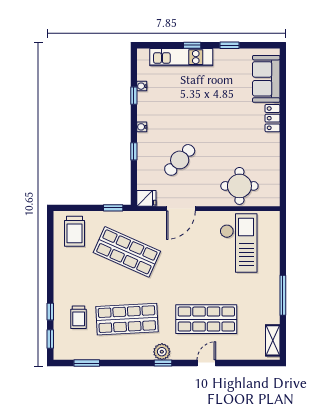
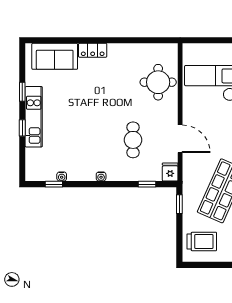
kitchen unit: (181, 57) -> (34, 117), moved
window: (134, 96) -> (54, 184), moved
window: (134, 151) -> (147, 184), moved
cafe table: (180, 160) -> (133, 140), turned 47

